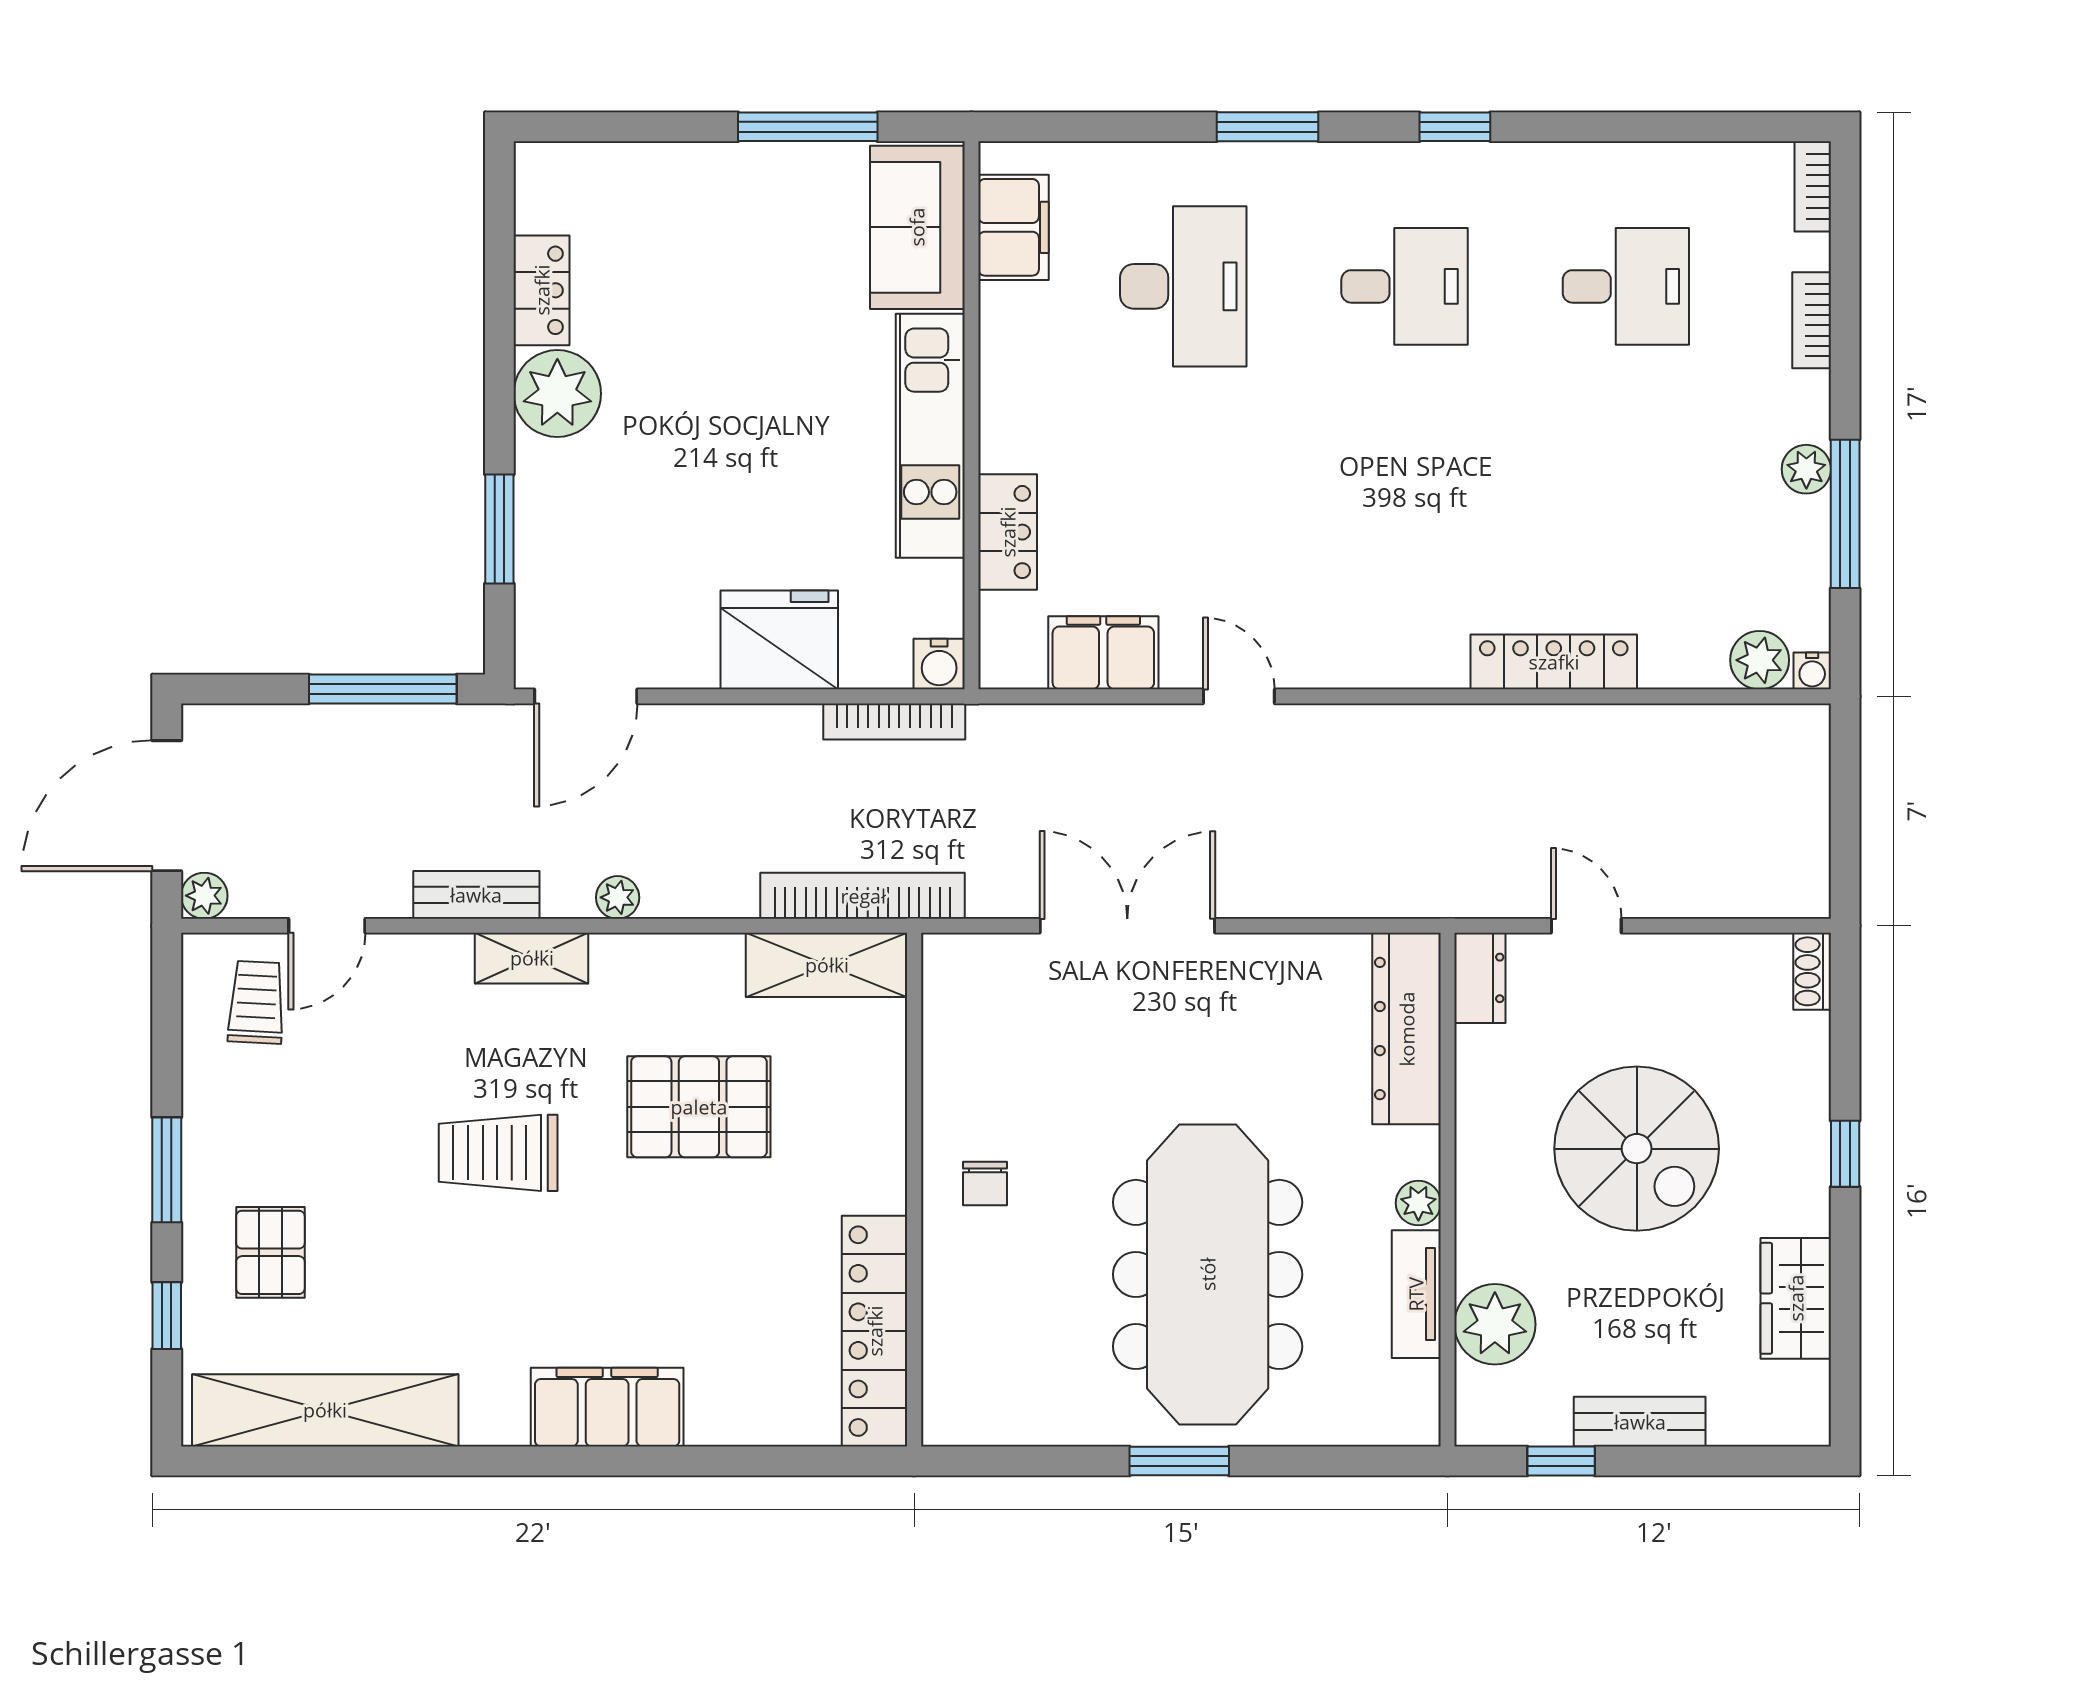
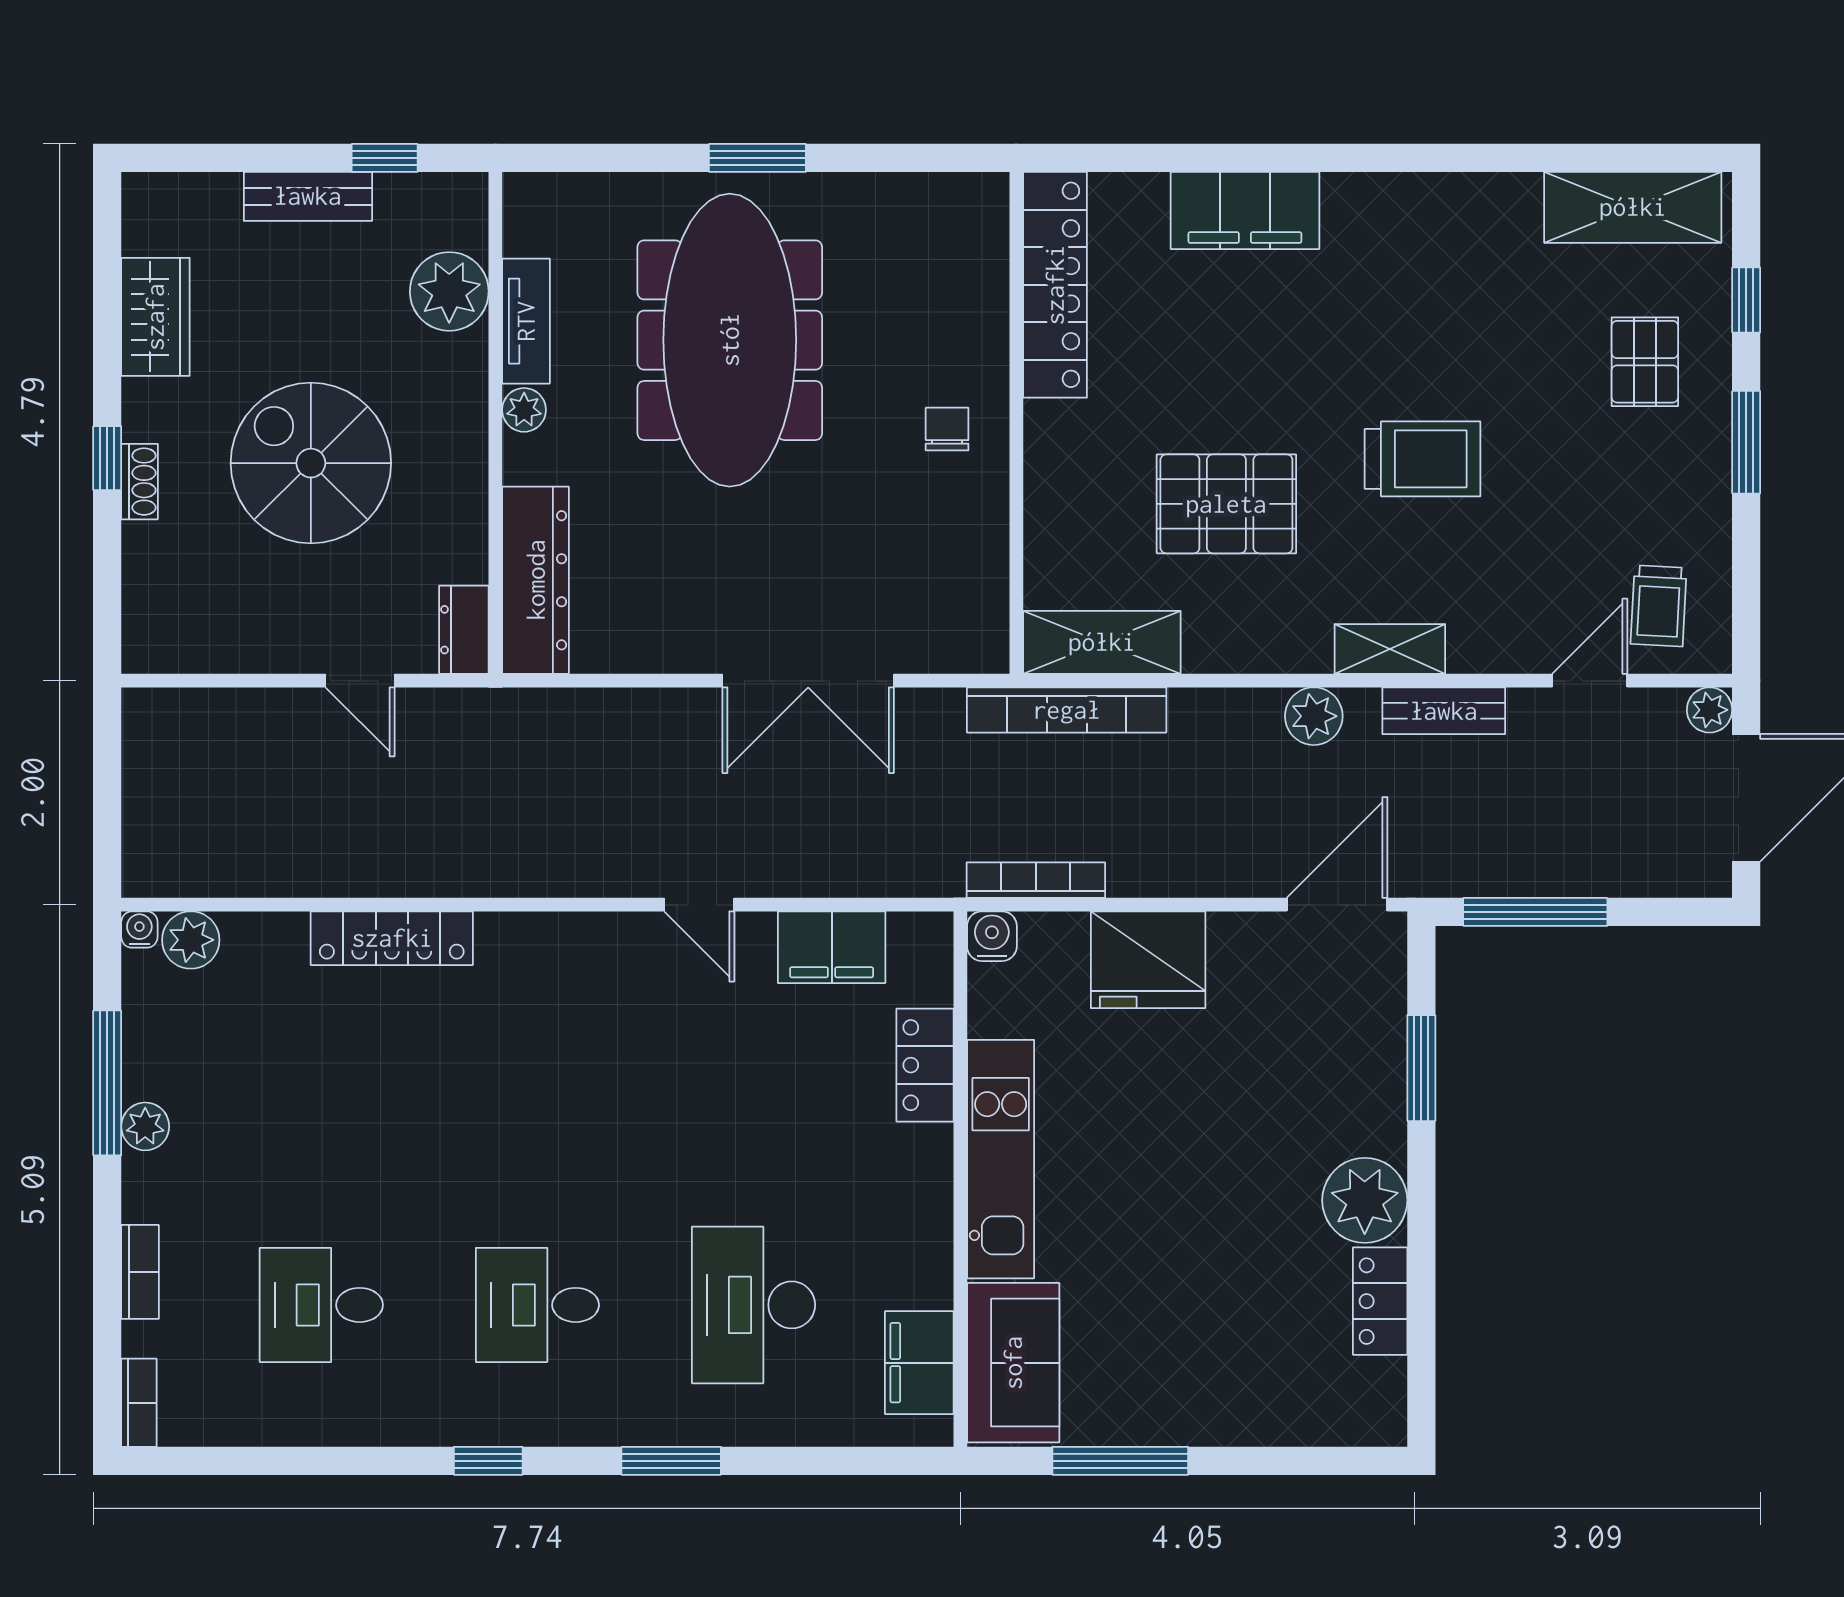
plant: (618, 897) -> (1314, 716), width x1.38, depth x1.38
shoe rack: (1812, 971) -> (140, 482), moved
filing cabinet: (607, 1407) -> (1245, 211), moved
shelving: (325, 1410) -> (1633, 207), width x0.68

